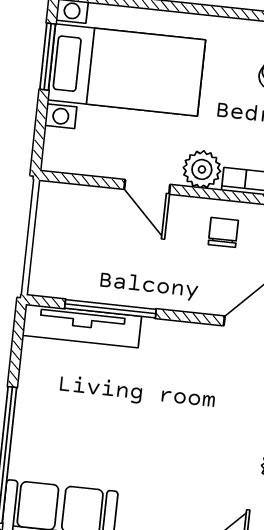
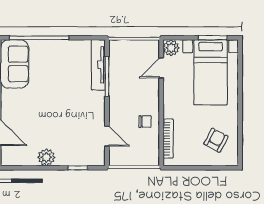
plant: (202, 169) -> (171, 48), moved
door: (147, 187) -> (161, 68), moved

